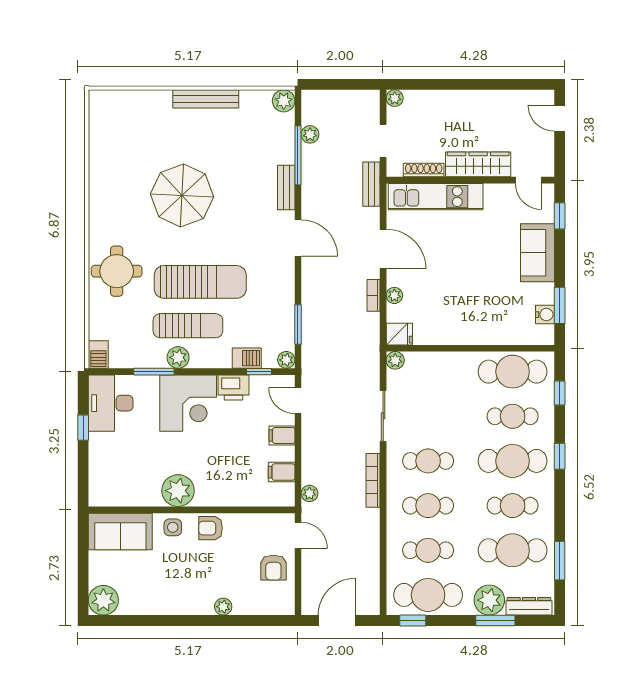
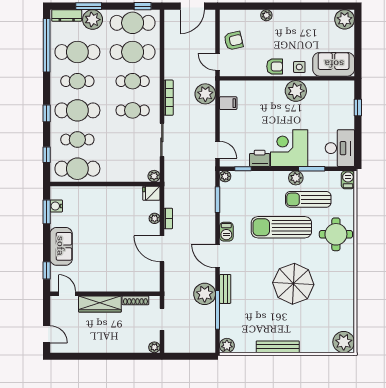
plant: (105, 106) -> (344, 342), added
plant: (310, 134) -> (205, 294), moved, width x1.88, depth x1.88
bench: (371, 184) -> (170, 291), removed
kitchen unit: (436, 197) -> (128, 283), removed
sun lounger: (188, 326) -> (308, 199), moved
barbecue: (247, 358) -> (226, 232), moved, turned -90
window: (83, 428) -> (358, 107), moved
filing cabinet: (282, 436) -> (228, 127), removed
plant: (309, 493) -> (205, 94), width x1.88, depth x1.88
cafe table: (428, 550) -> (133, 52), width x1.37, depth x1.35
window: (560, 561) -> (47, 45), width x2.11
armchair: (273, 568) -> (234, 41), turned 77

